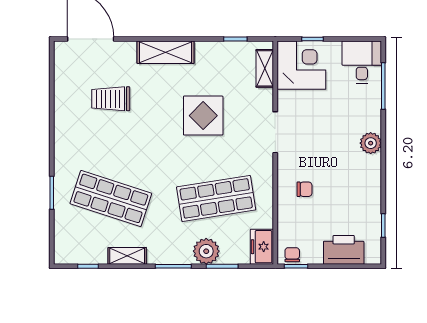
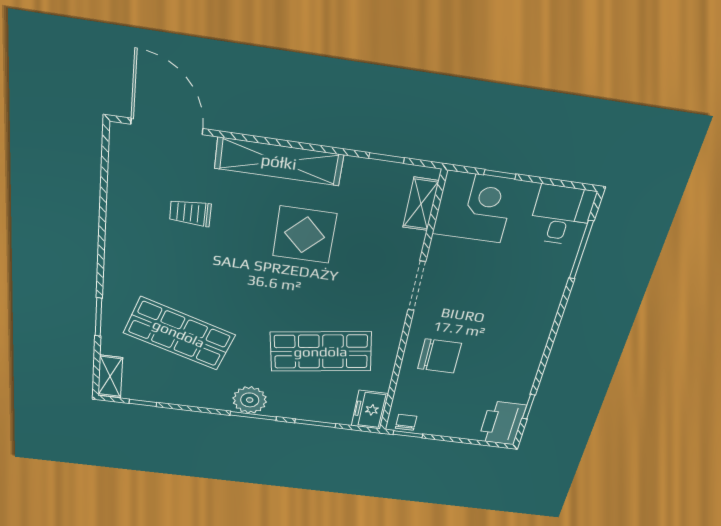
shelving: (166, 52) -> (279, 162), width x1.47
trolley: (111, 99) -> (190, 213), width x0.73, depth x0.72
display table: (203, 116) -> (305, 235), moved
plant: (371, 143) -> (542, 316), removed
chair: (304, 189) -> (439, 356), width x1.87, depth x1.87
printer: (344, 250) -> (502, 423), moved, turned -90
plant: (206, 251) -> (250, 400), moved
shelving: (127, 256) -> (110, 376), moved, turned 90

